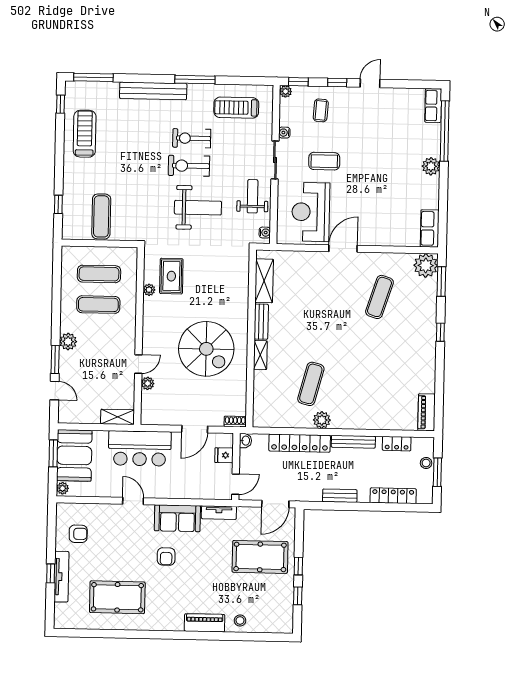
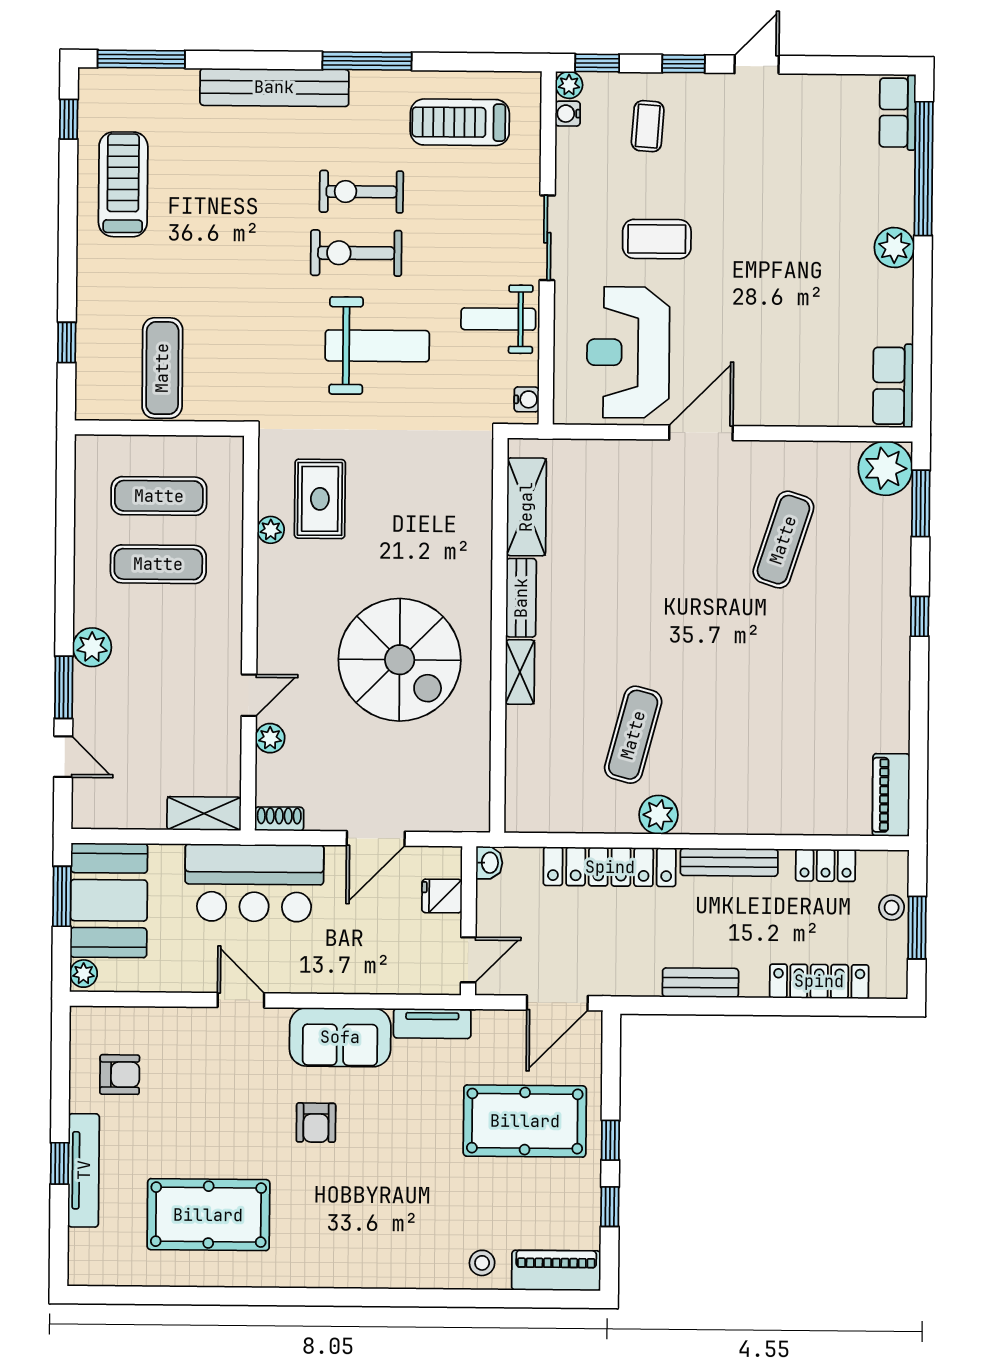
water cooler: (284, 133) -> (568, 114), moved
weight bench: (253, 196) -> (498, 319), turned -90
shoe rack: (235, 422) -> (279, 819), moved
piano: (205, 623) -> (556, 1270), moved

